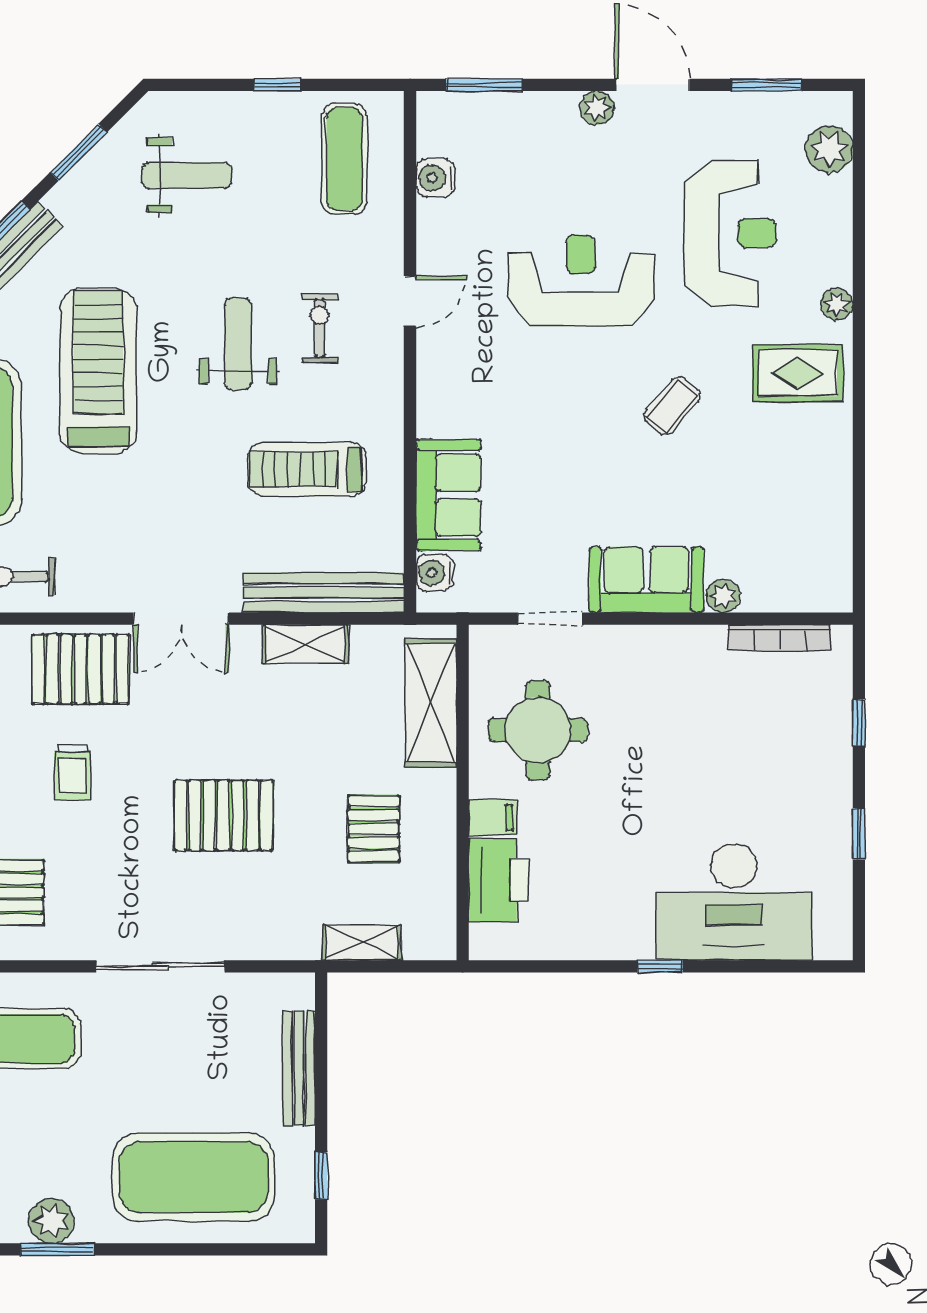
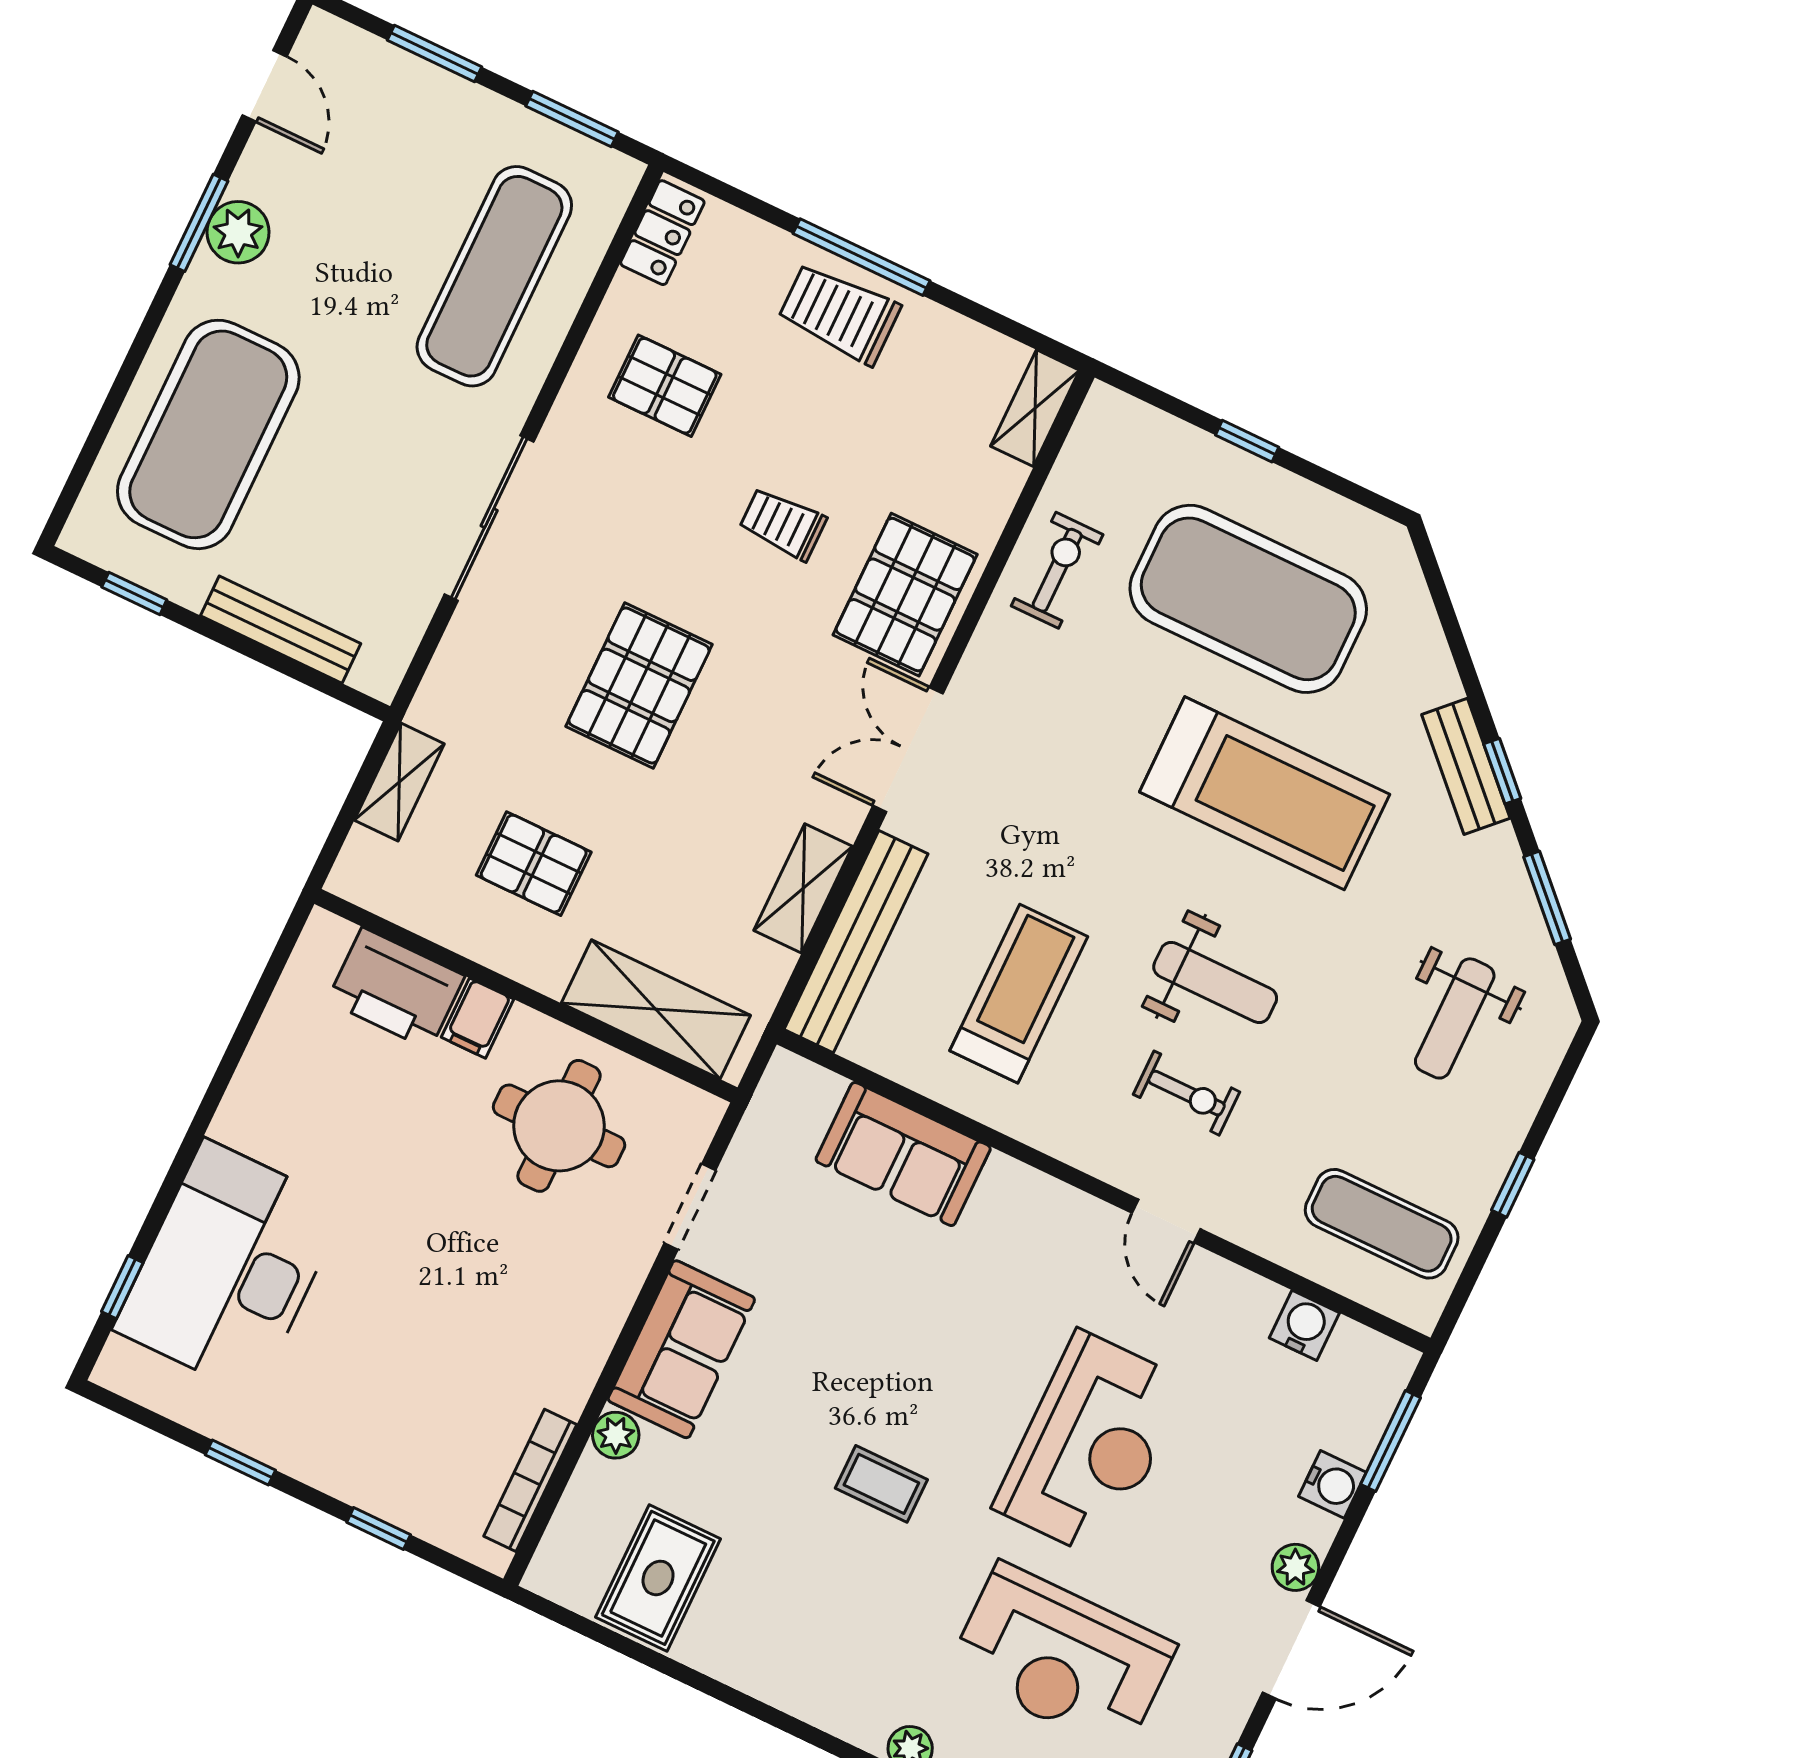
rug: (798, 373) -> (658, 1578), moved
coffee table: (672, 406) -> (881, 1484), turned -41
water cooler: (435, 573) -> (1332, 1484), moved, turned 90
window: (660, 966) -> (122, 1287), moved

